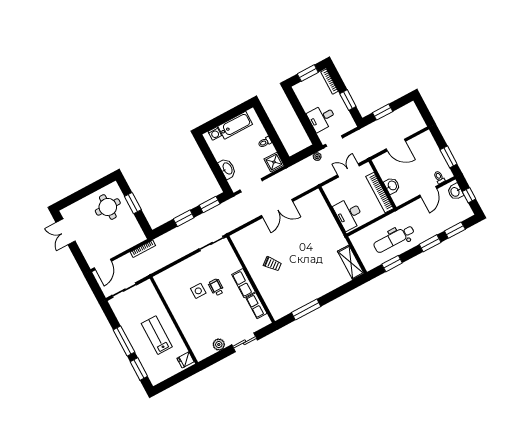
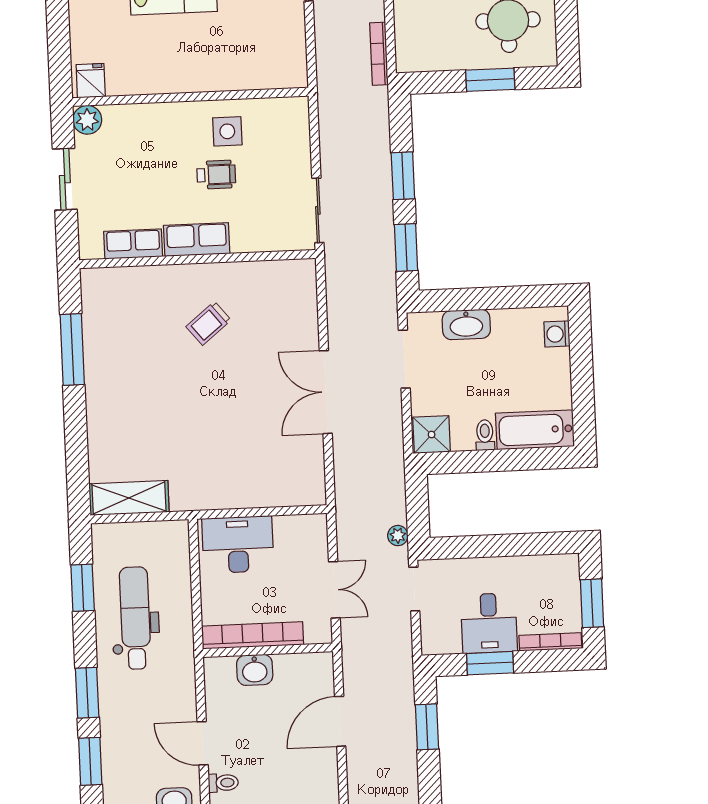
desk: (322, 118) -> (489, 623), moved, turned 180
bathtub: (235, 125) -> (535, 430), moved, turned 90
wall: (174, 320) -> (190, 97), moved
fridge: (185, 360) -> (91, 81), moved

